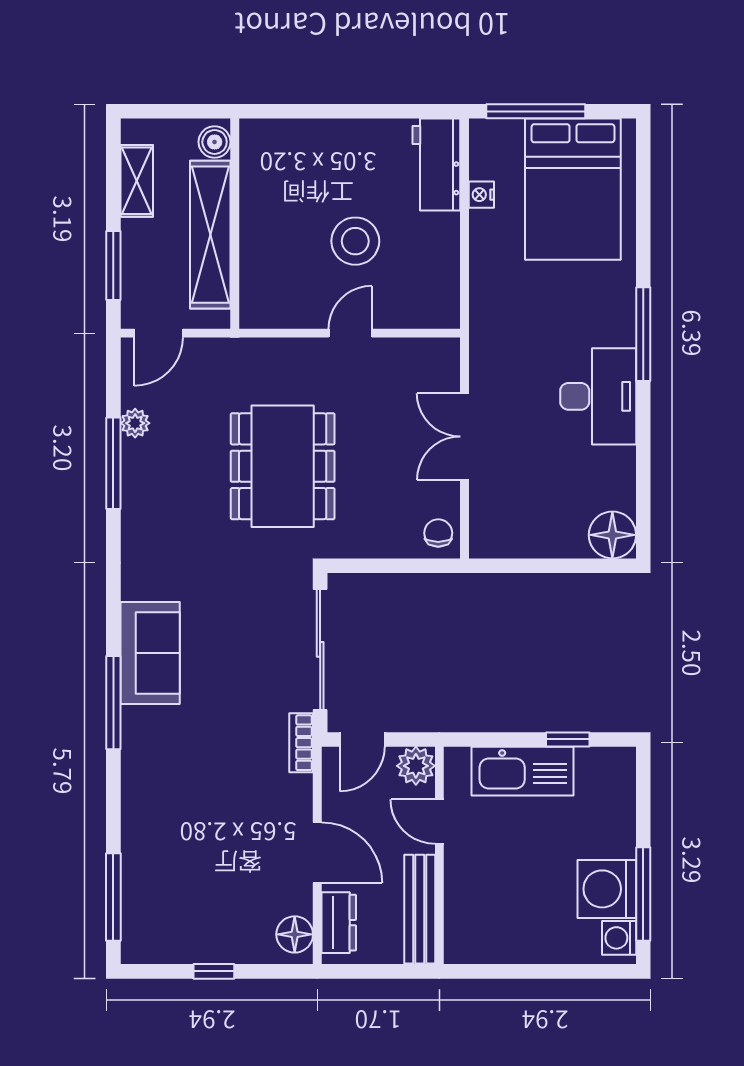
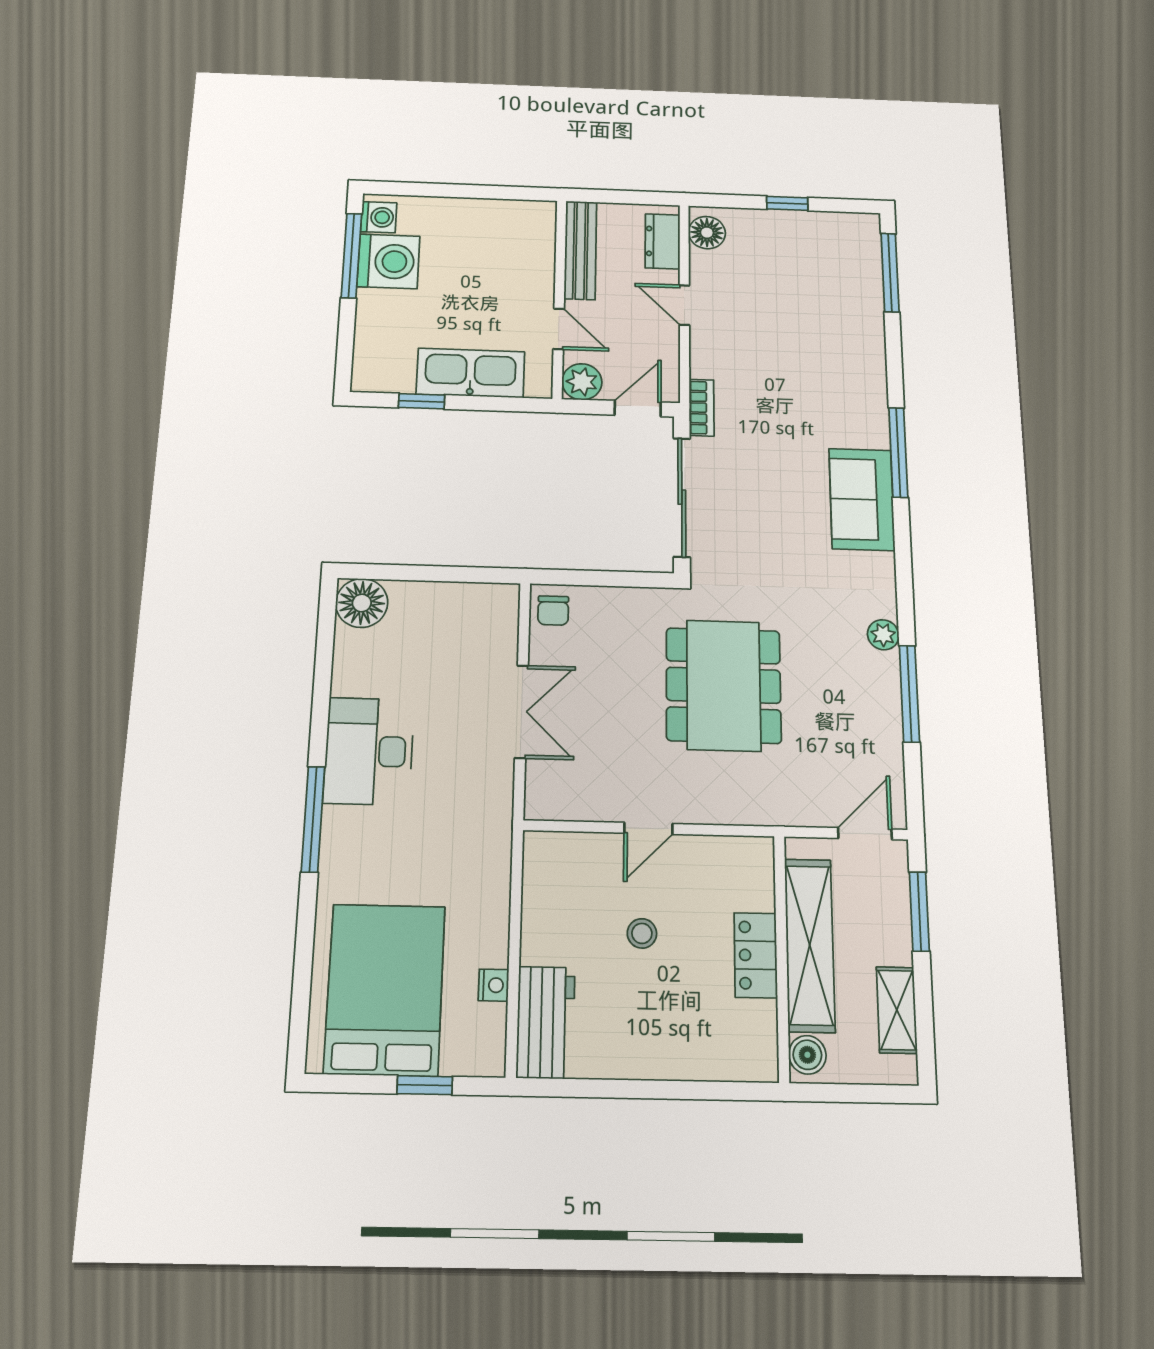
window: (536, 111) -> (425, 1085), width x0.46
locker: (257, 225) -> (756, 955), added
stool: (355, 241) -> (642, 933), width x0.53, depth x0.53
plant: (135, 423) -> (883, 635), moved
door: (317, 853) -> (684, 305), width x0.73

